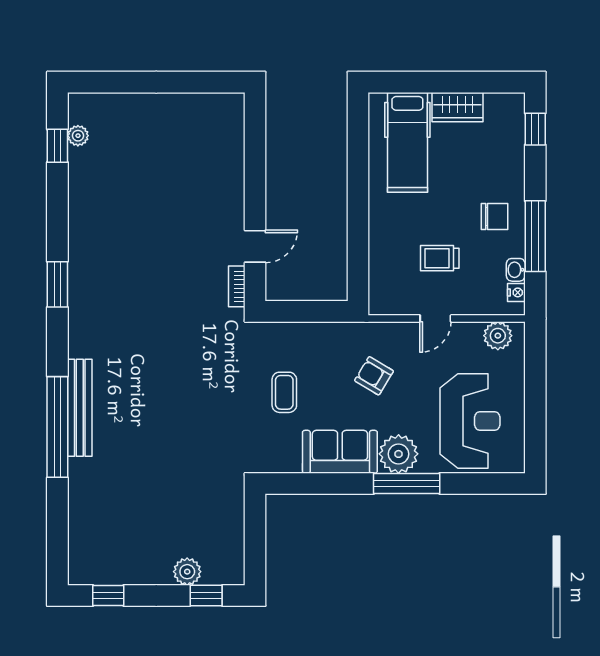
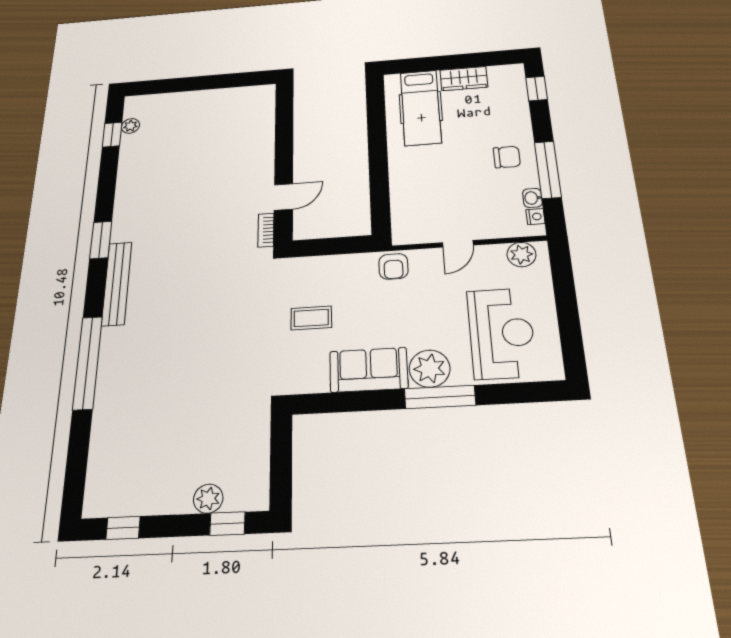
trolley: (440, 258) -> (458, 194), removed
armchair: (374, 376) -> (393, 266), moved, turned -121
coffee table: (284, 392) -> (311, 318), turned 90
bench: (80, 408) -> (117, 283), moved

